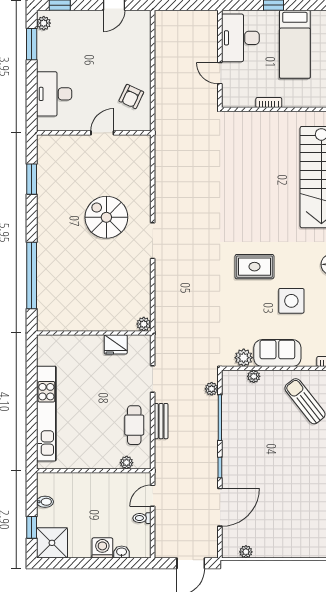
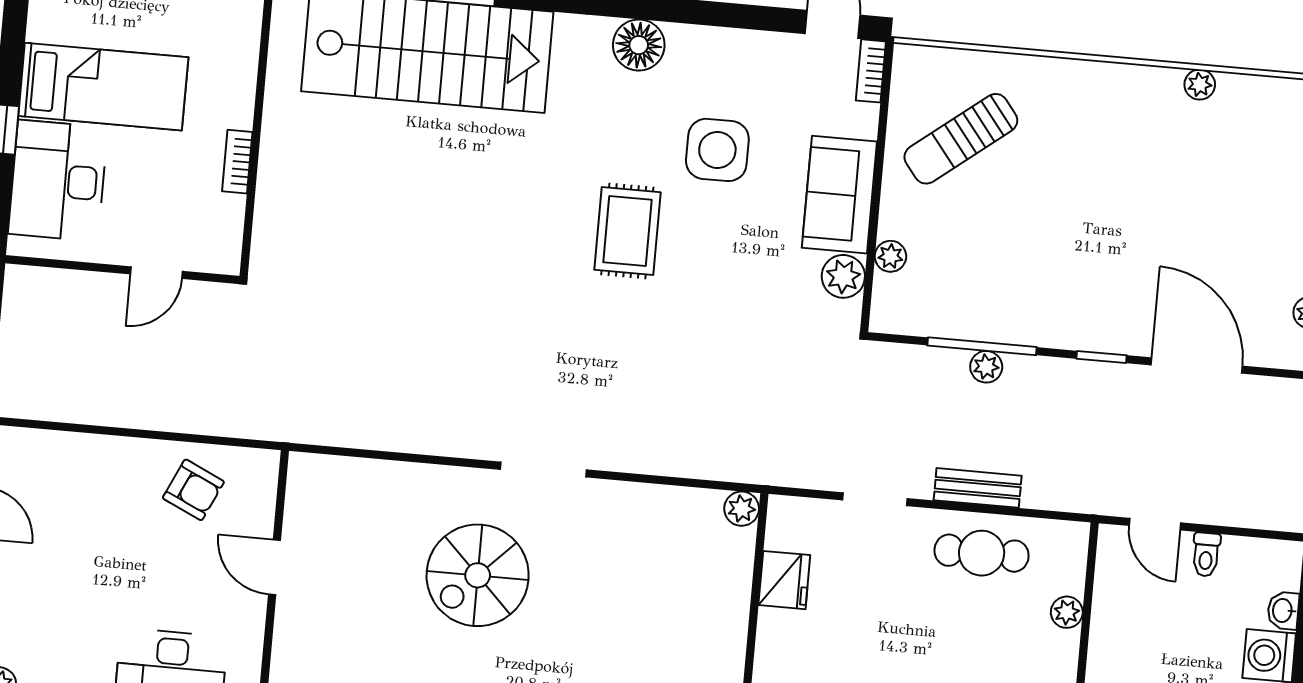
desk: (240, 38) -> (58, 181), moved, turned 90
plant: (212, 389) -> (986, 367), moved
plant: (127, 463) -> (1067, 612), moved

